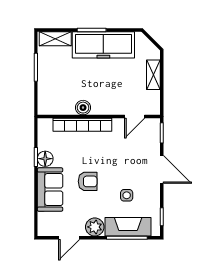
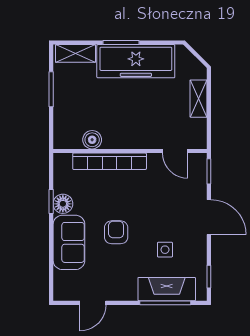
boiler: (83, 108) -> (92, 140), moved
door: (135, 117) -> (175, 151), hinge flipped
armchair: (88, 181) -> (116, 232), turned -90
plant: (95, 227) -> (125, 289), removed

